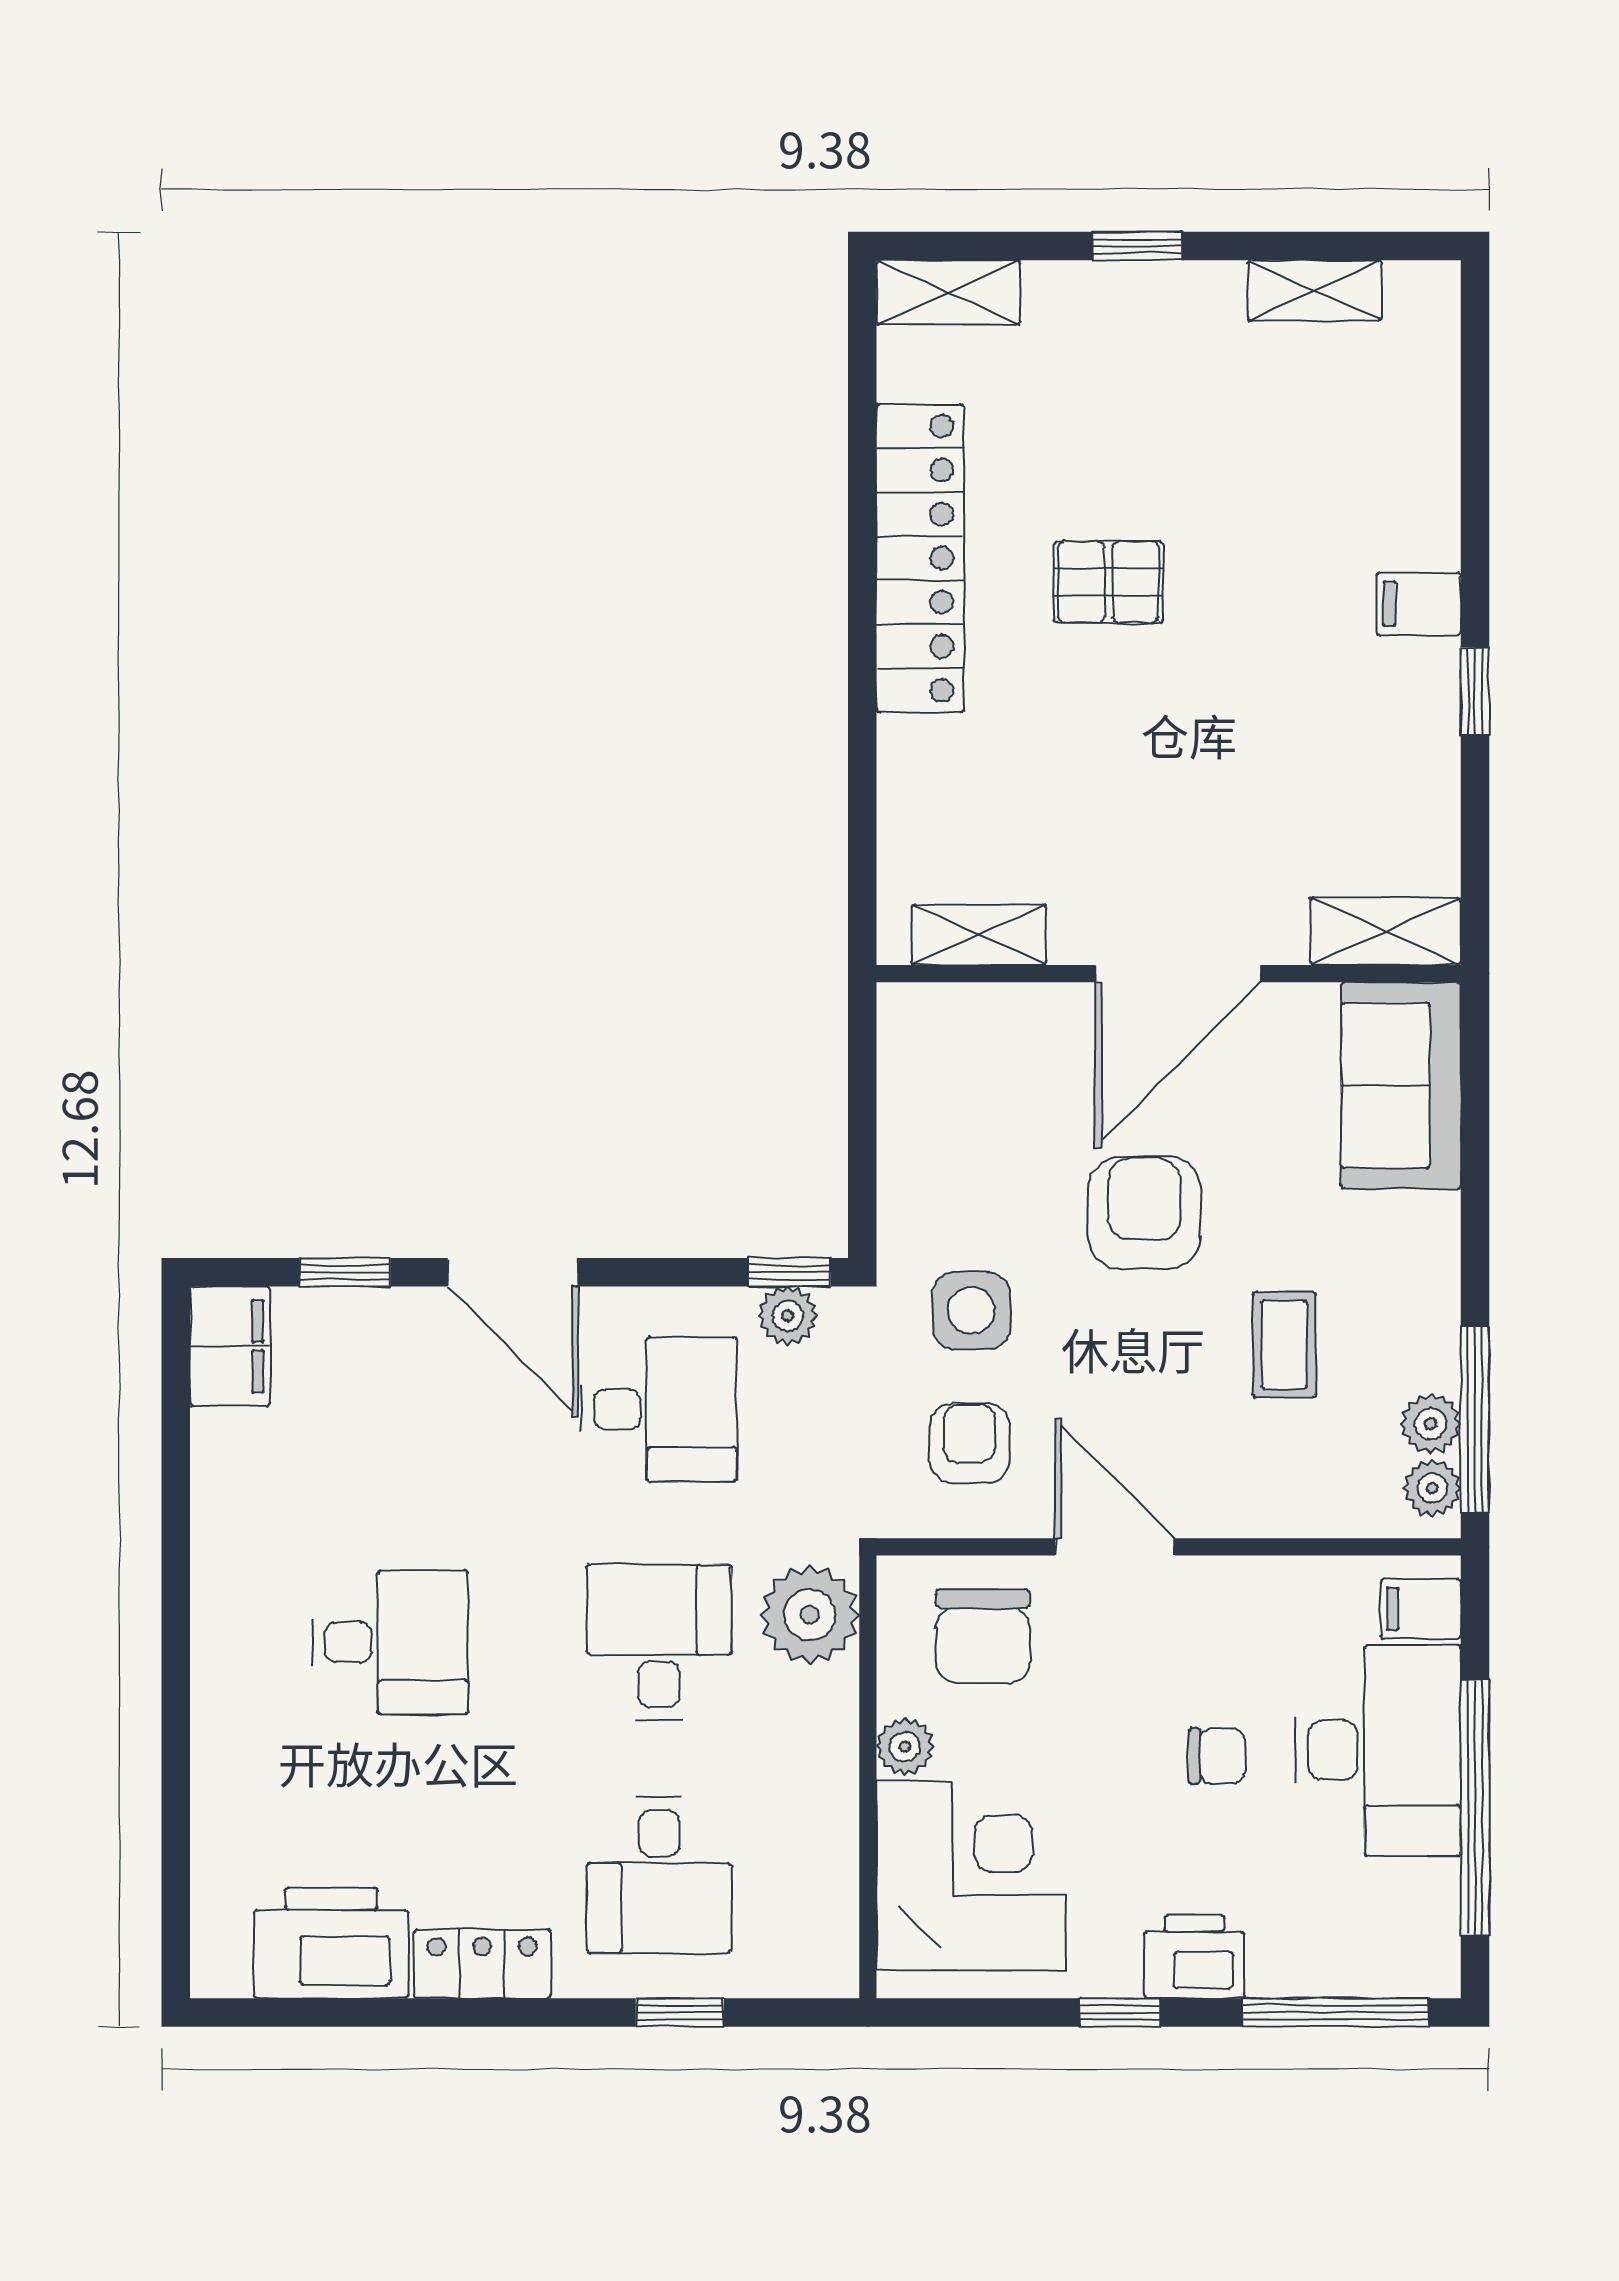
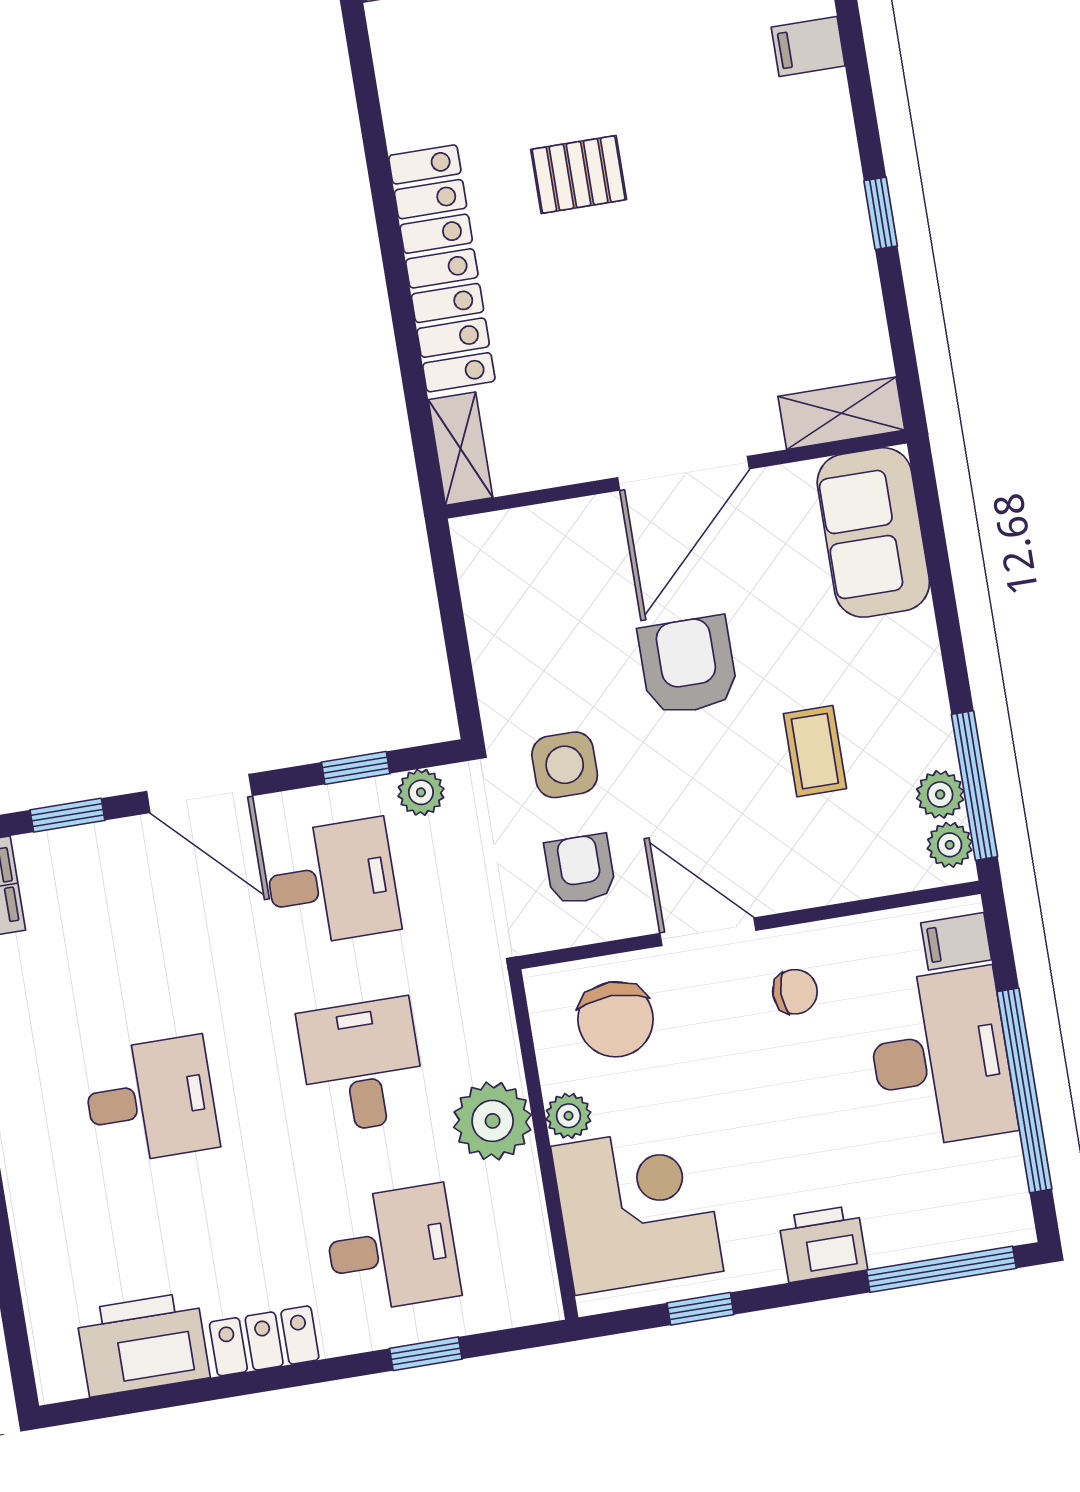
locker: (920, 558) -> (442, 268), moved
filing cabinet: (1419, 604) -> (808, 47), moved
shelving: (979, 935) -> (461, 449), moved, turned 90
window: (789, 1272) -> (356, 768), moved
plant: (810, 1615) -> (493, 1121), moved
chair: (1217, 1756) -> (795, 992), moved
desk: (659, 1875) -> (392, 1249), turned -90
window: (1120, 2012) -> (700, 1309), moved

